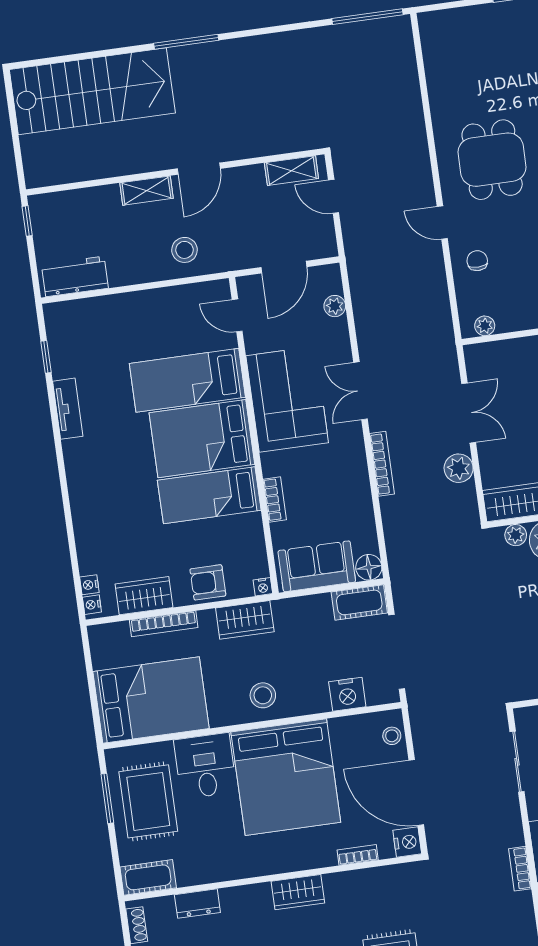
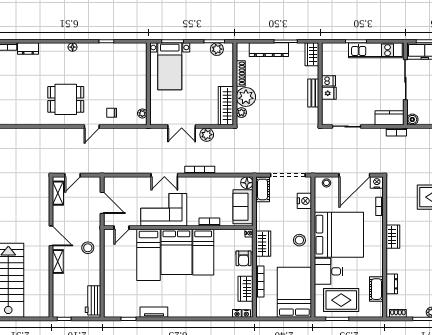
plant: (335, 306) -> (123, 182), removed
double door: (469, 413) -> (182, 126), swing flipped
cot: (148, 877) -> (376, 289), moved

